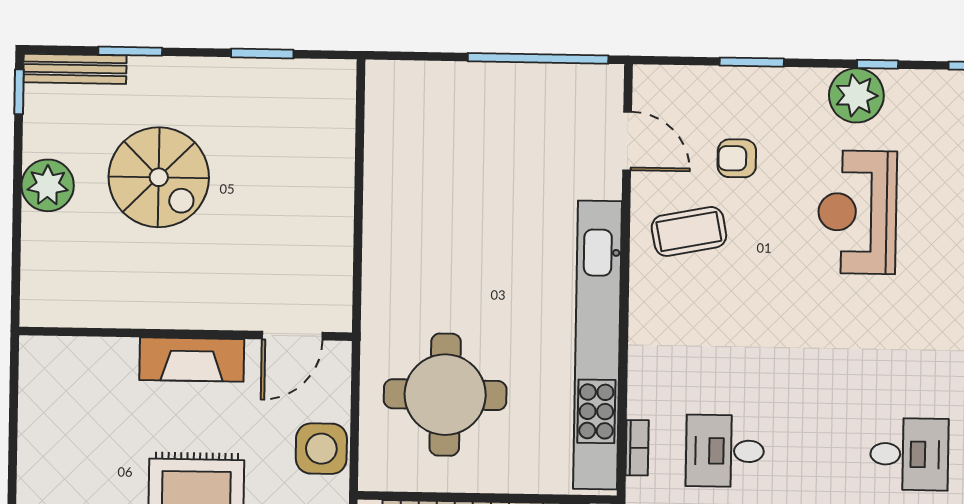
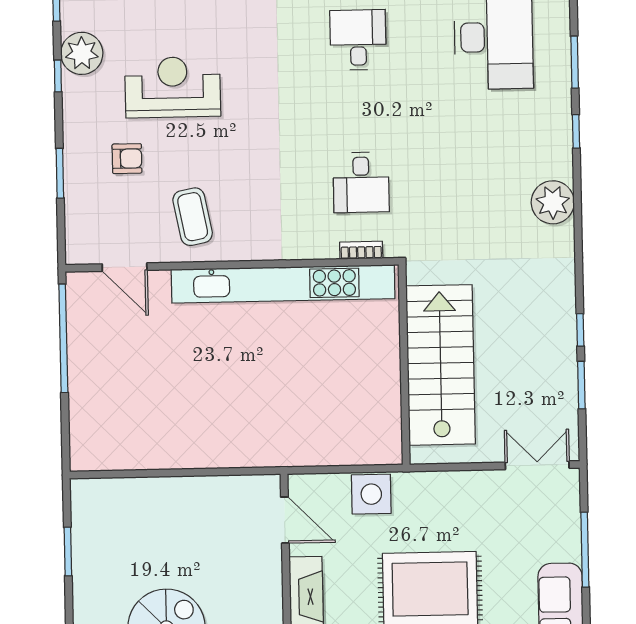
plant: (856, 95) -> (82, 53), moved
door: (627, 141) -> (125, 267), swing flipped
armchair: (737, 158) -> (127, 159), moved, turned -90
reception desk: (857, 212) -> (173, 87), turned 180
round table: (445, 395) -> (326, 400), removed

